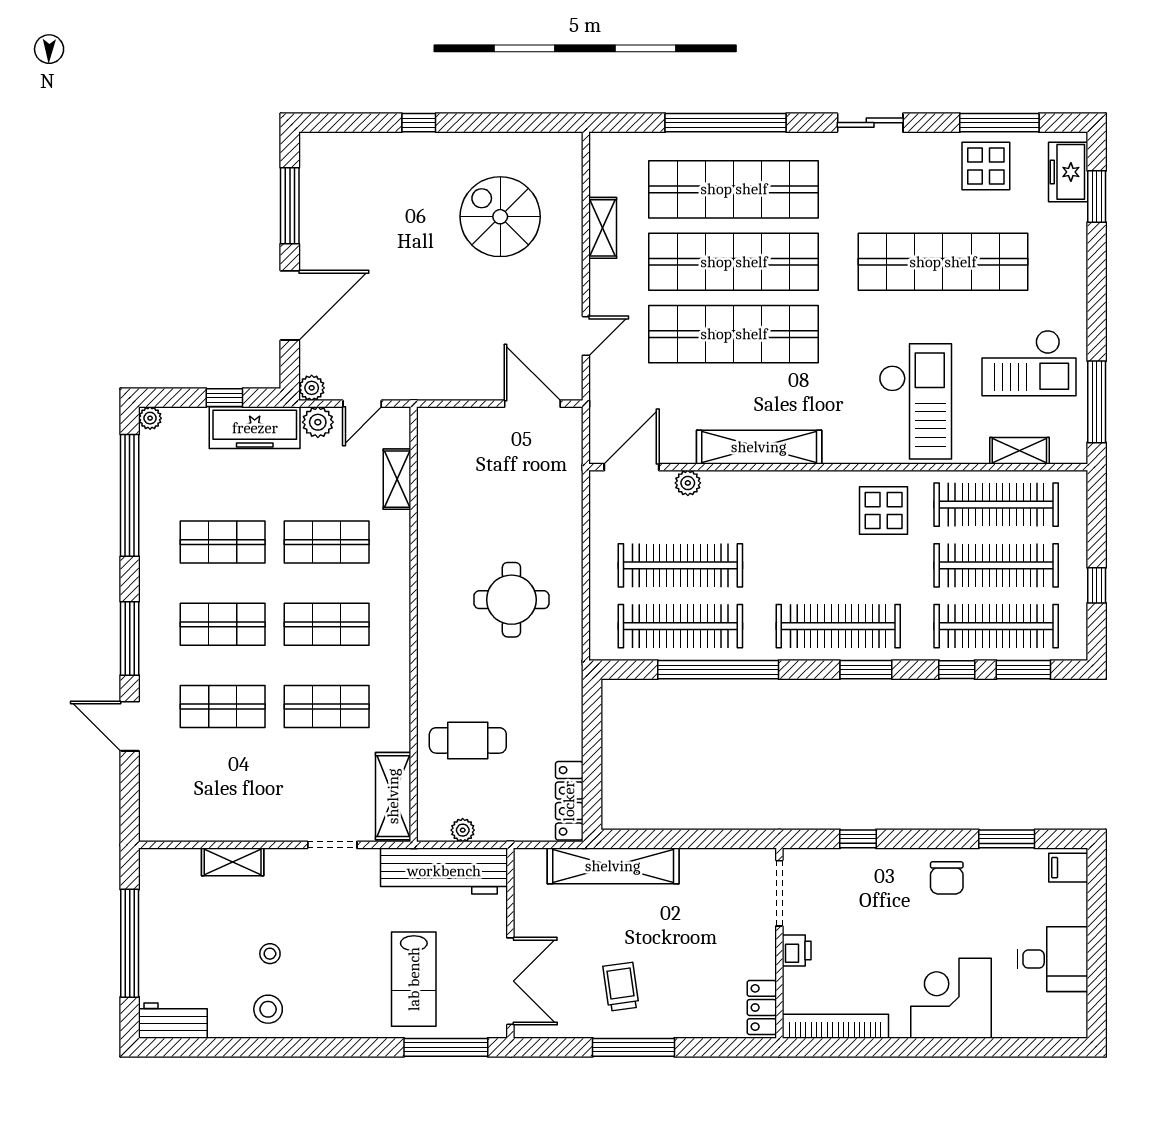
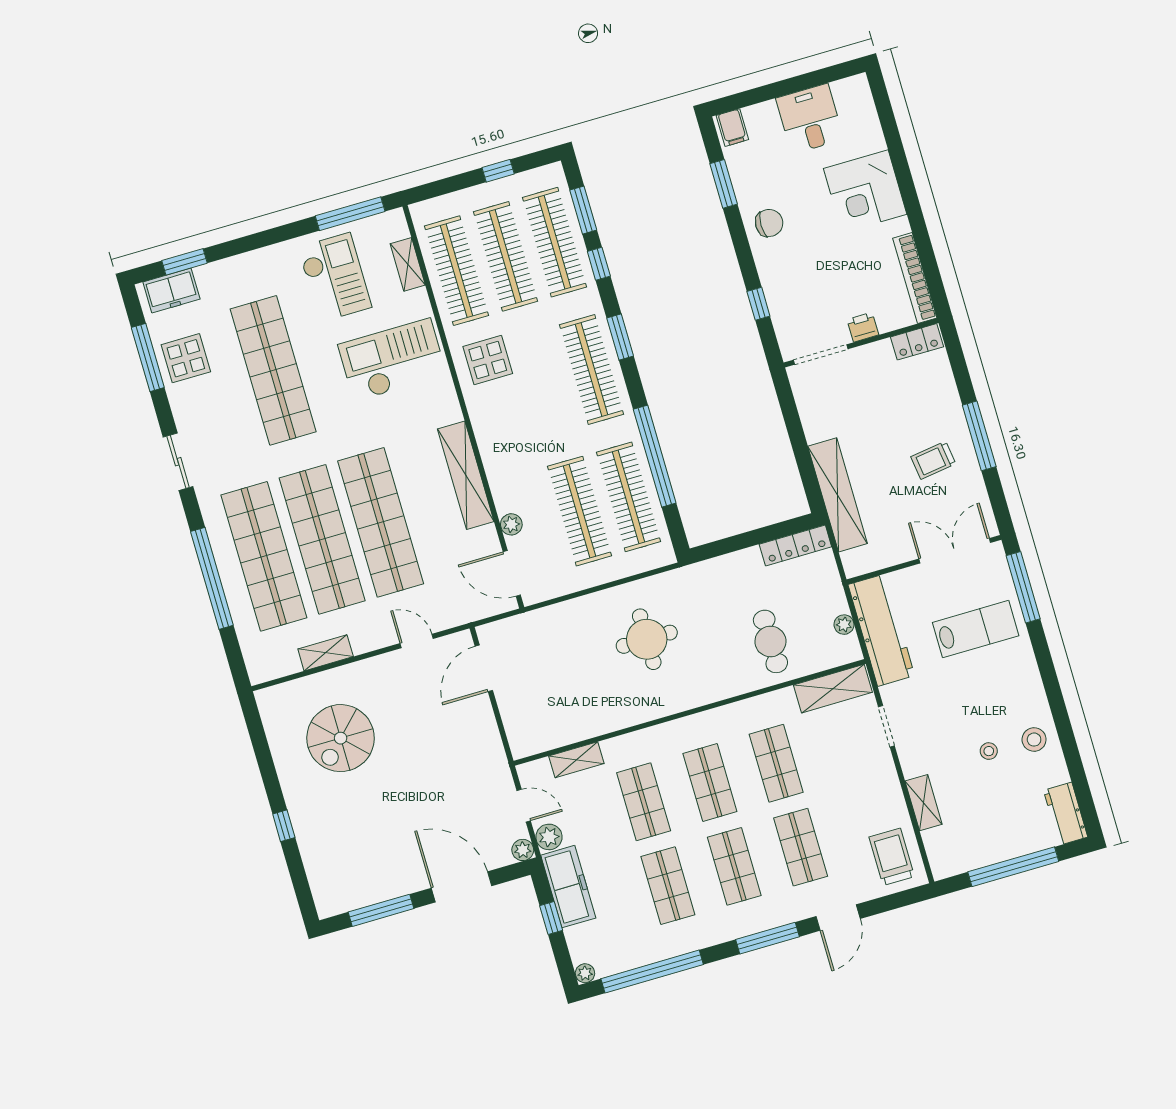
trolley: (181, 808) -> (892, 857), added

